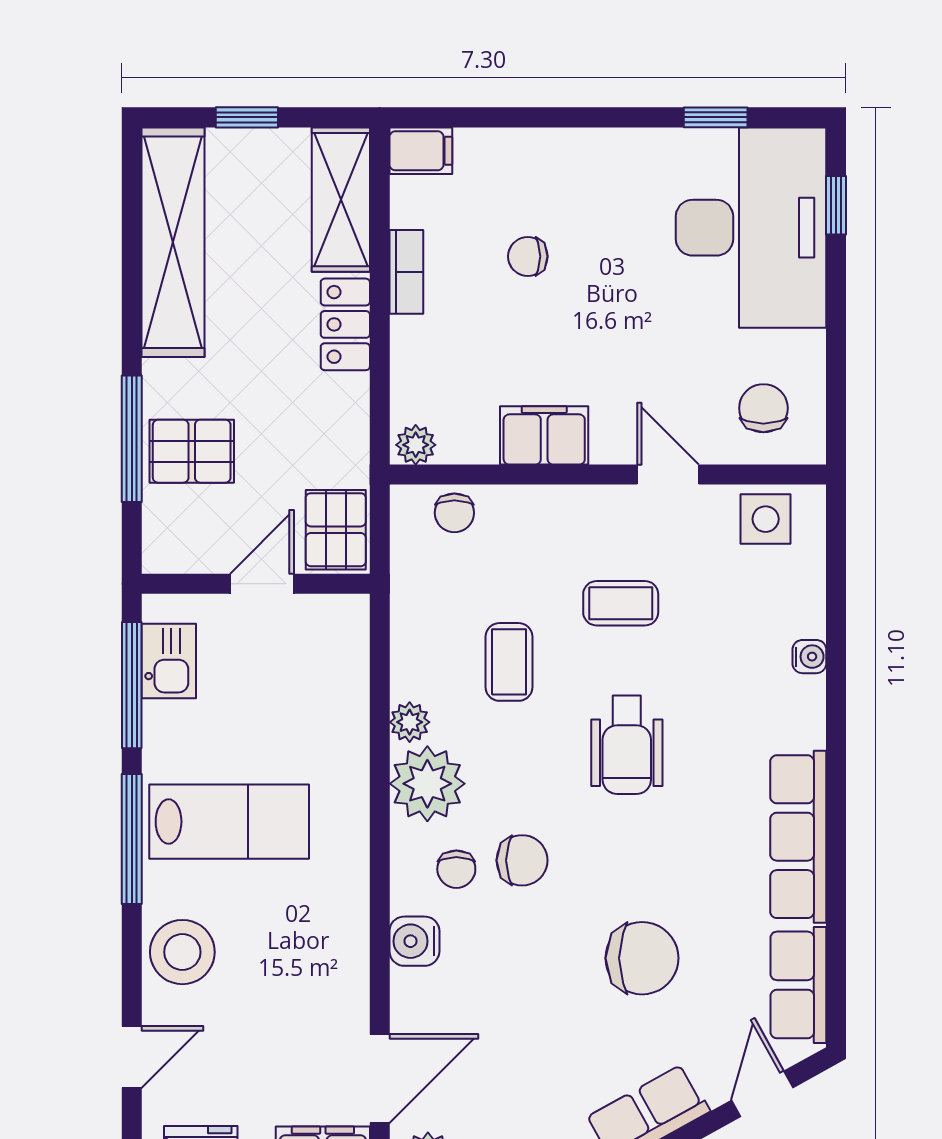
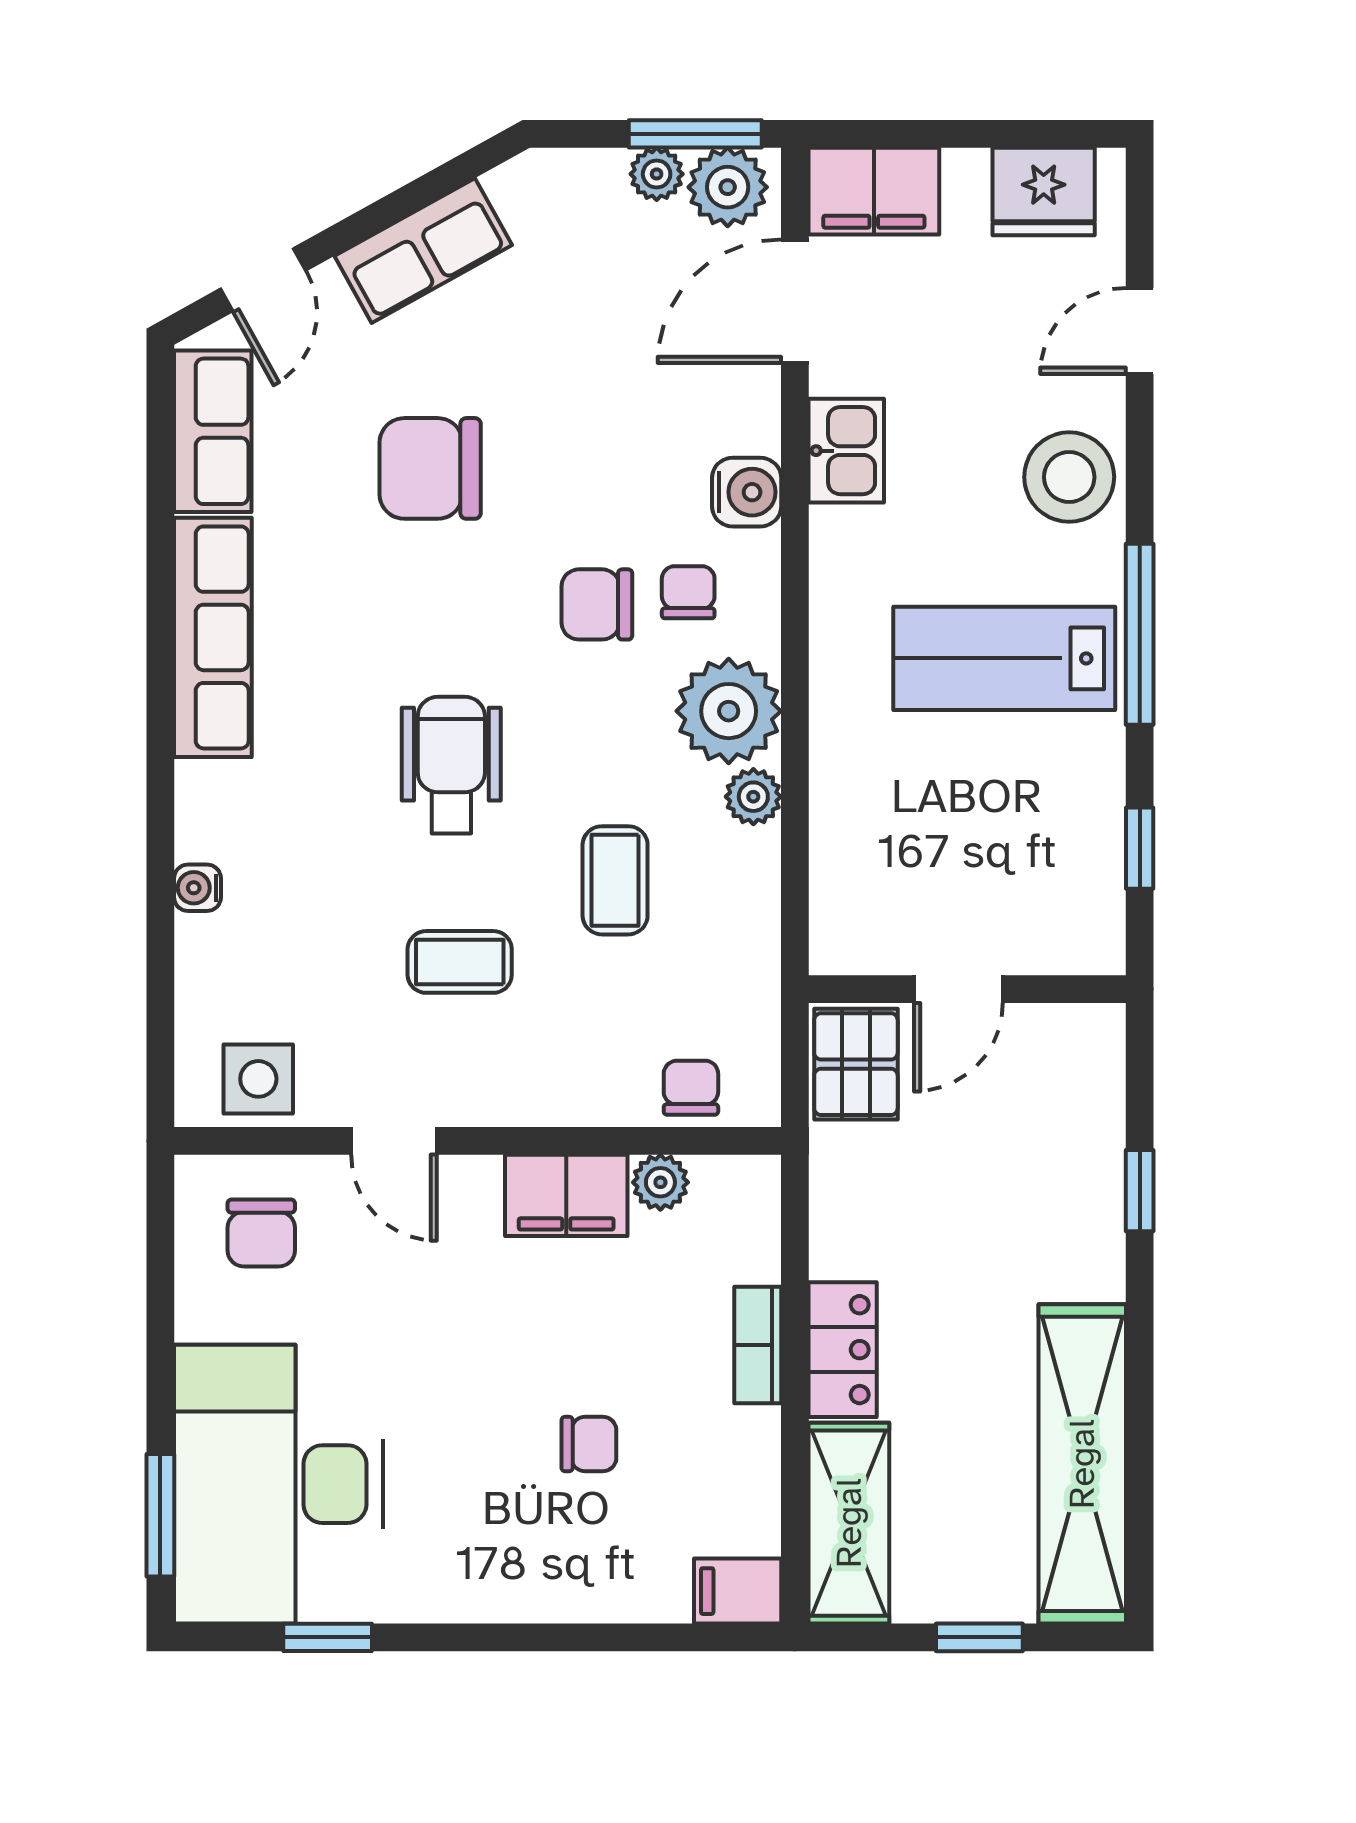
window: (836, 205) -> (160, 1515), width x1.50
bookcase: (406, 272) -> (758, 1345), moved
window: (132, 439) -> (1140, 1191), width x0.46
plant: (416, 445) -> (660, 1182), moved
pallet: (192, 451) -> (1056, 1173), removed
kitchen sink: (169, 661) -> (846, 451), moved, turned 180
window: (132, 685) -> (1140, 848), width x0.46

